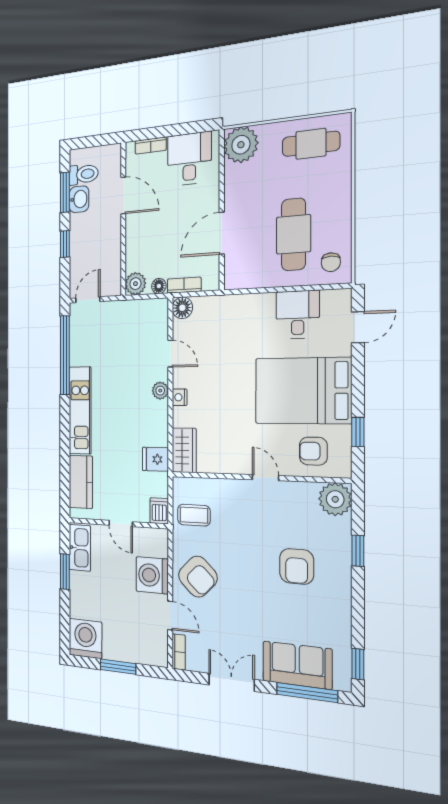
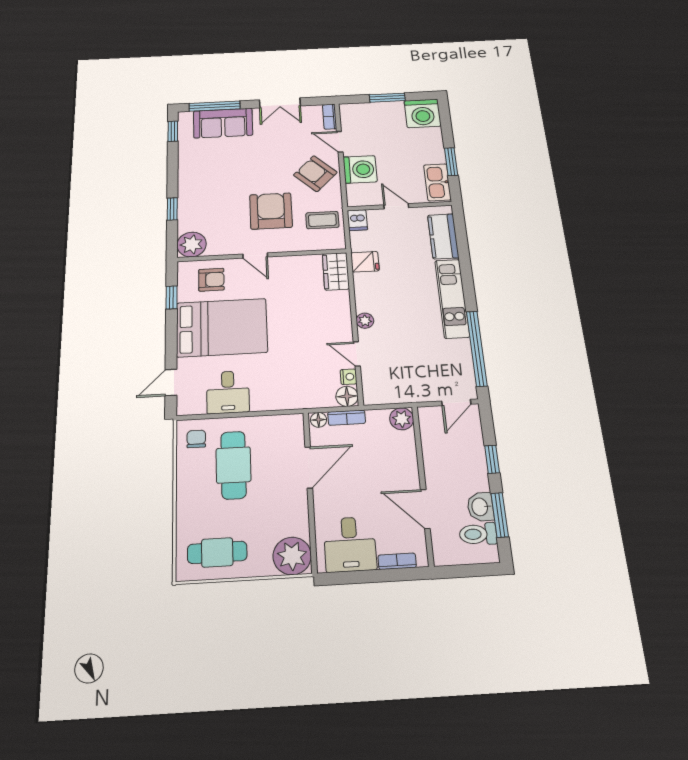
floor lamp: (159, 286) -> (318, 420), moved
nightstand: (180, 397) -> (349, 377), moved
armchair: (297, 566) -> (271, 211), moved, width x1.36, depth x1.36

